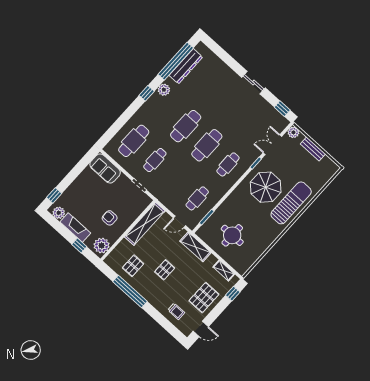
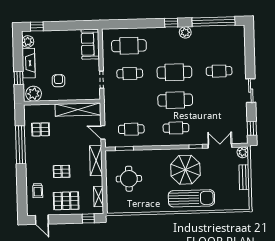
dresser: (186, 66) -> (217, 32), removed
cafe table: (216, 92) -> (219, 71), added
pallet: (165, 270) -> (62, 171), moved

